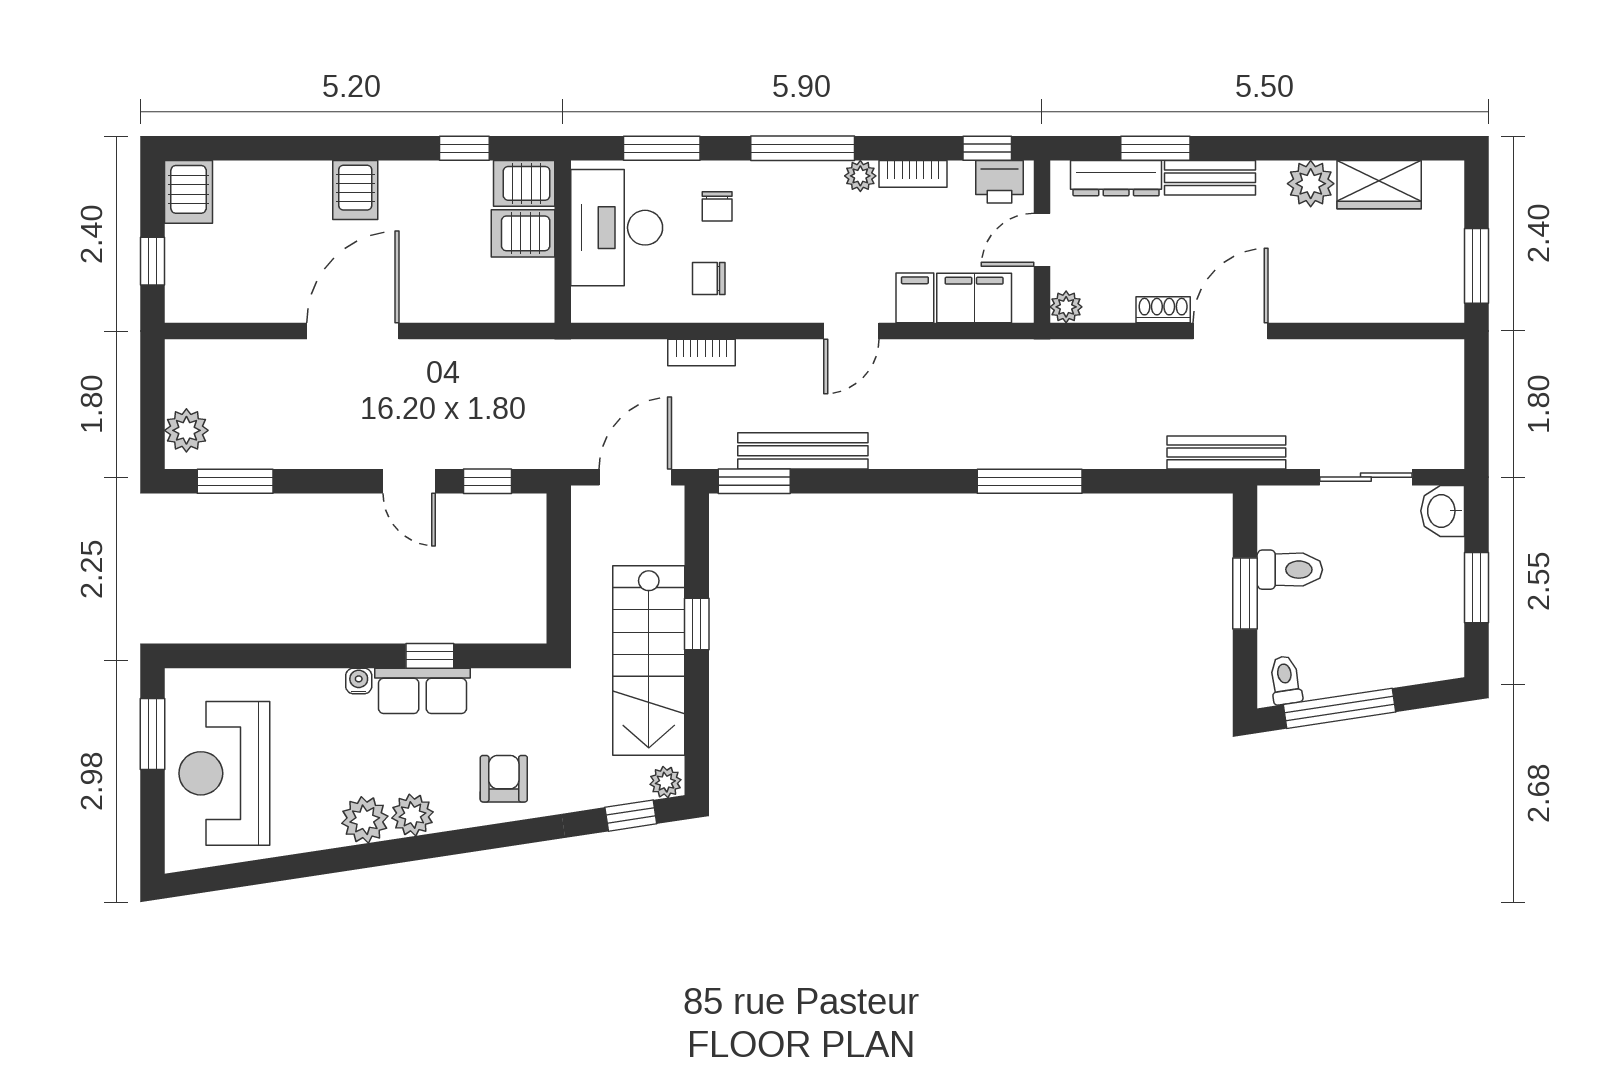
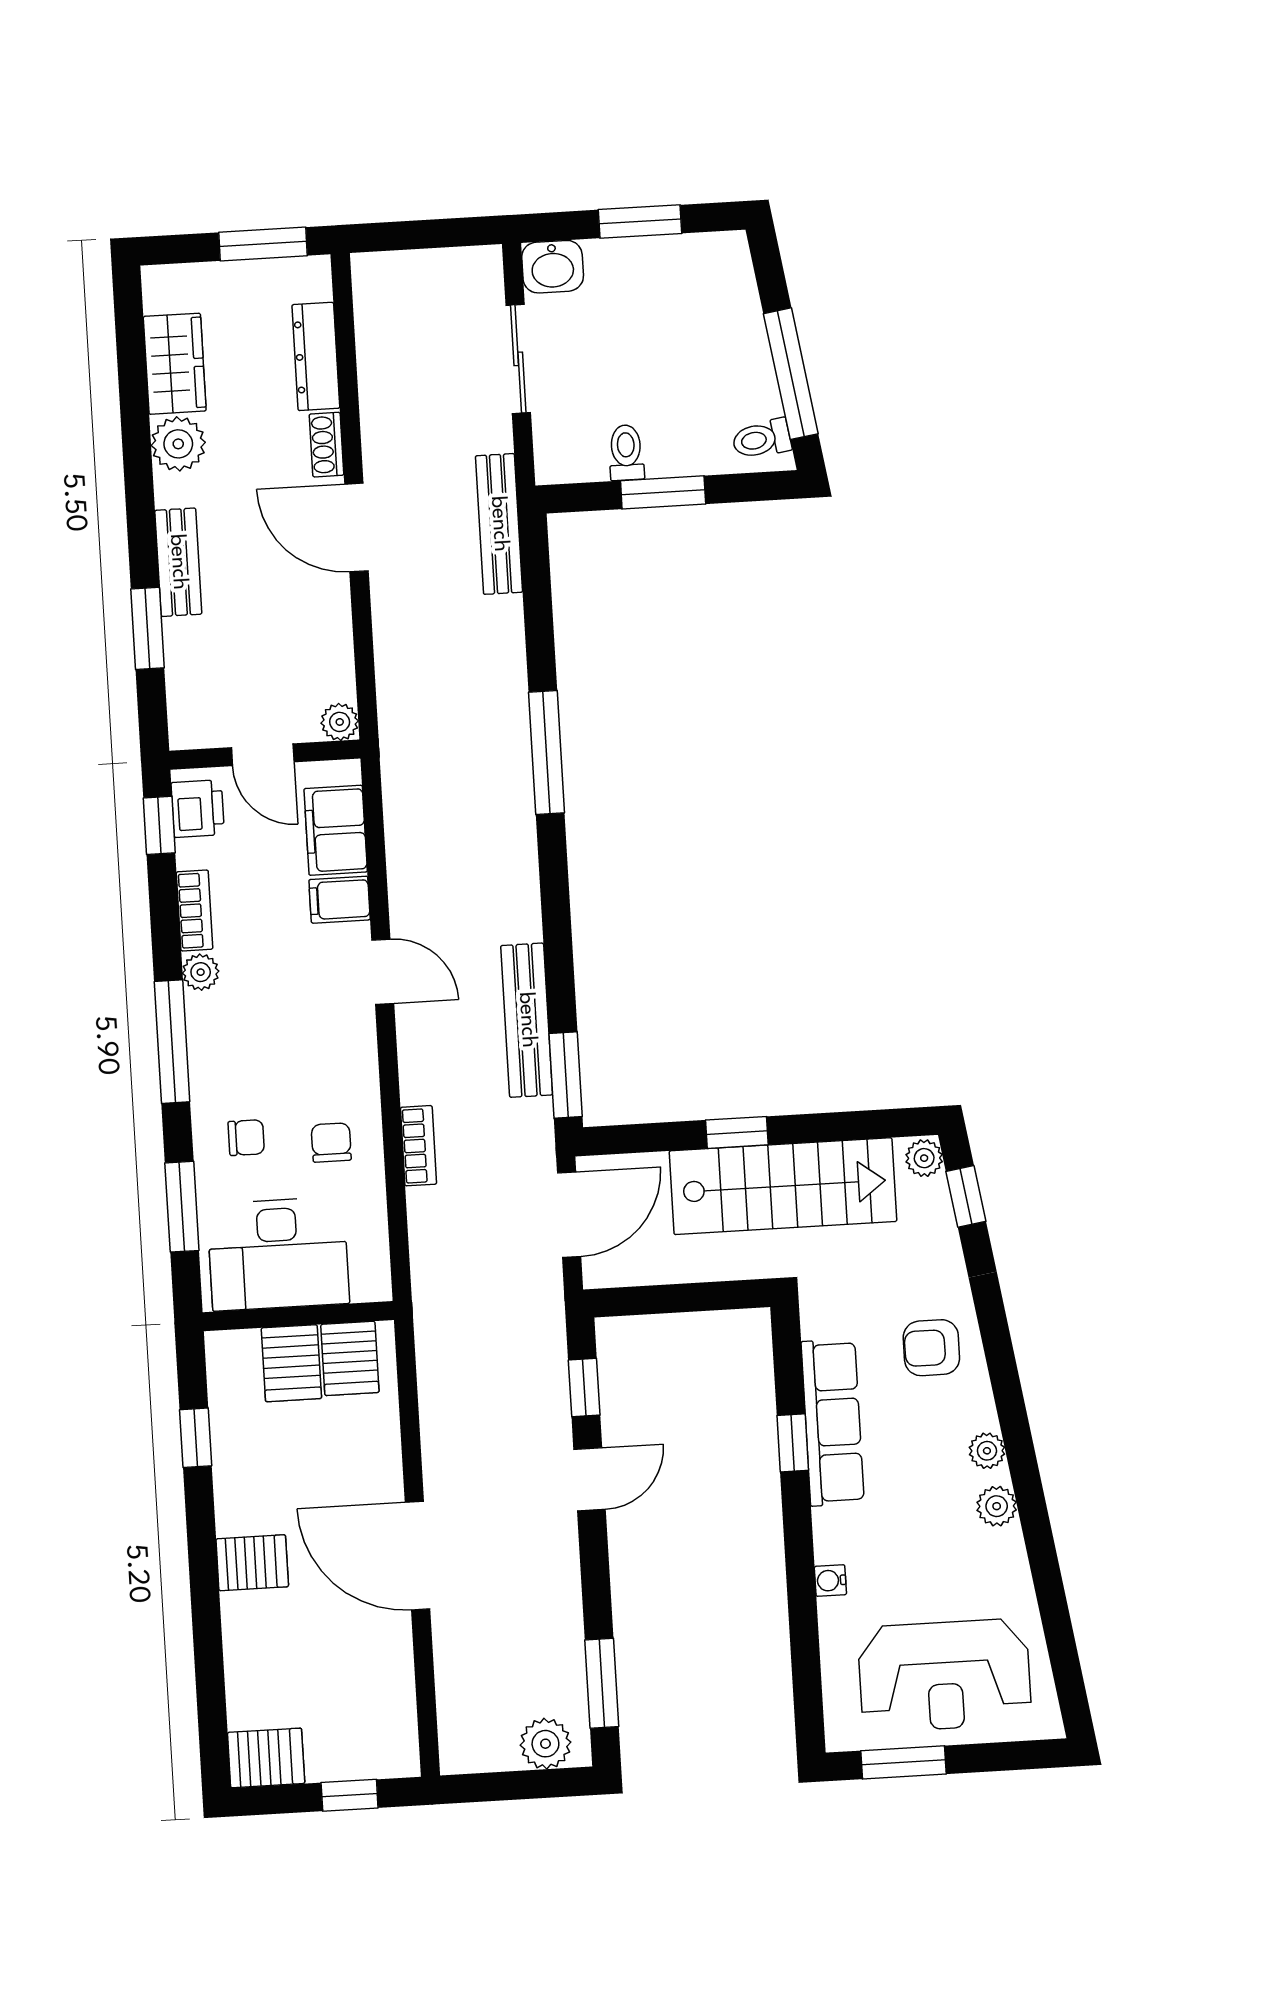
dresser: (1116, 178) -> (316, 356), moved, turned 180
server rack: (524, 183) -> (350, 1358), moved
chair: (709, 278) -> (331, 1142), turned 180
shoe rack: (1163, 310) -> (327, 445), moved
door: (635, 477) -> (569, 1215), swing flipped
toilet: (1290, 570) -> (626, 453), width x0.73, depth x0.72
water cooler: (359, 681) -> (830, 1581), moved
row of seats: (423, 691) -> (833, 1422), width x1.48
plant: (412, 815) -> (987, 1451), width x0.73, depth x0.73
plant: (365, 820) -> (997, 1506), width x0.73, depth x0.73

